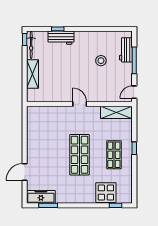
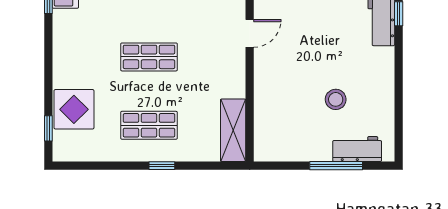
door: (134, 92) -> (273, 166), removed
door: (80, 104) -> (250, 33), moved
shop shelf: (79, 155) -> (149, 57), width x0.70, depth x0.74

